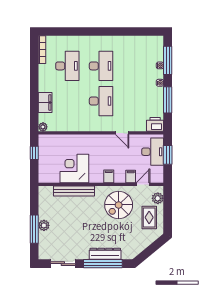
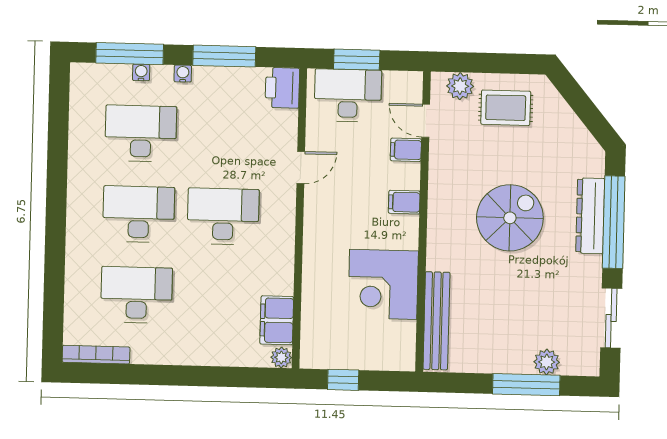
desk: (135, 66) -> (141, 133), added
filing cabinet: (45, 102) -> (277, 320), moved, turned -90
bench: (74, 191) -> (436, 321), moved
spiral stairs: (119, 205) -> (510, 218), moved, turned -90
plant: (44, 225) -> (547, 362), moved

